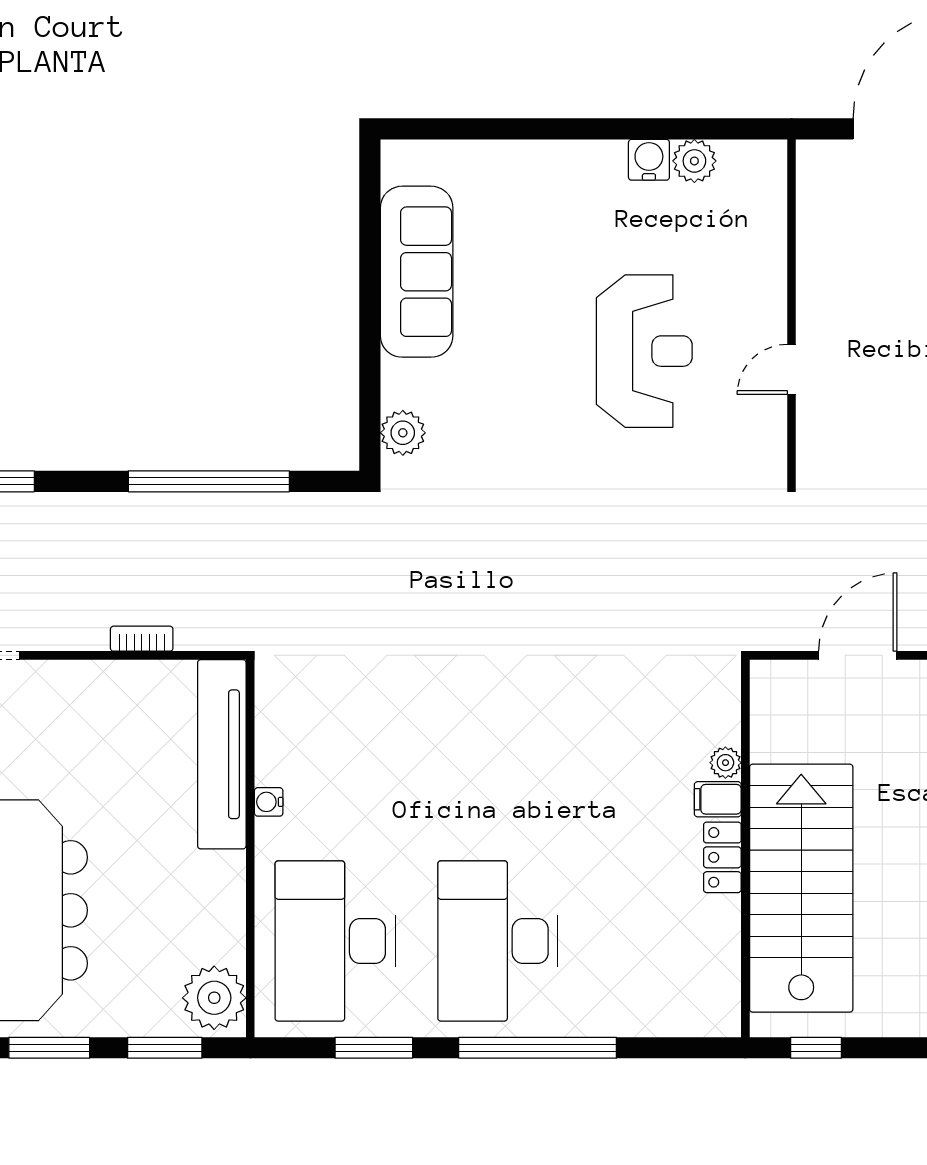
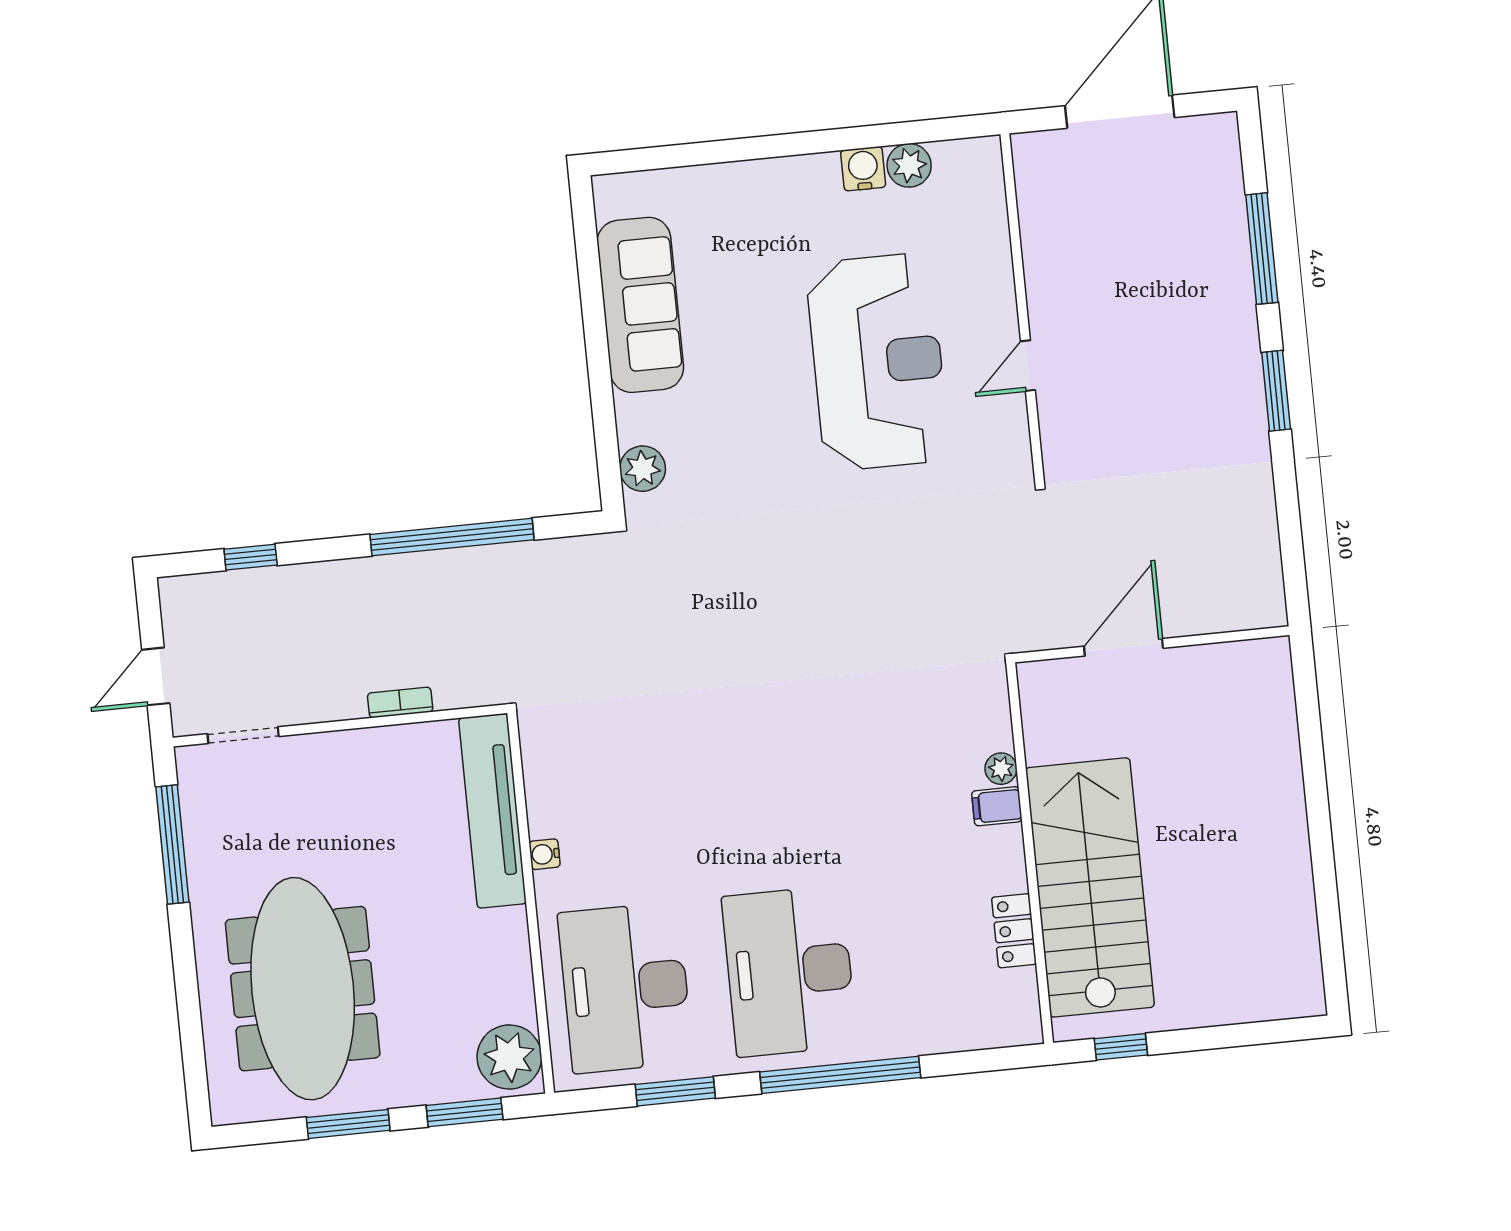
reception desk: (644, 351) -> (878, 362), width x1.36, depth x1.30
locker: (722, 857) -> (1014, 931), moved

